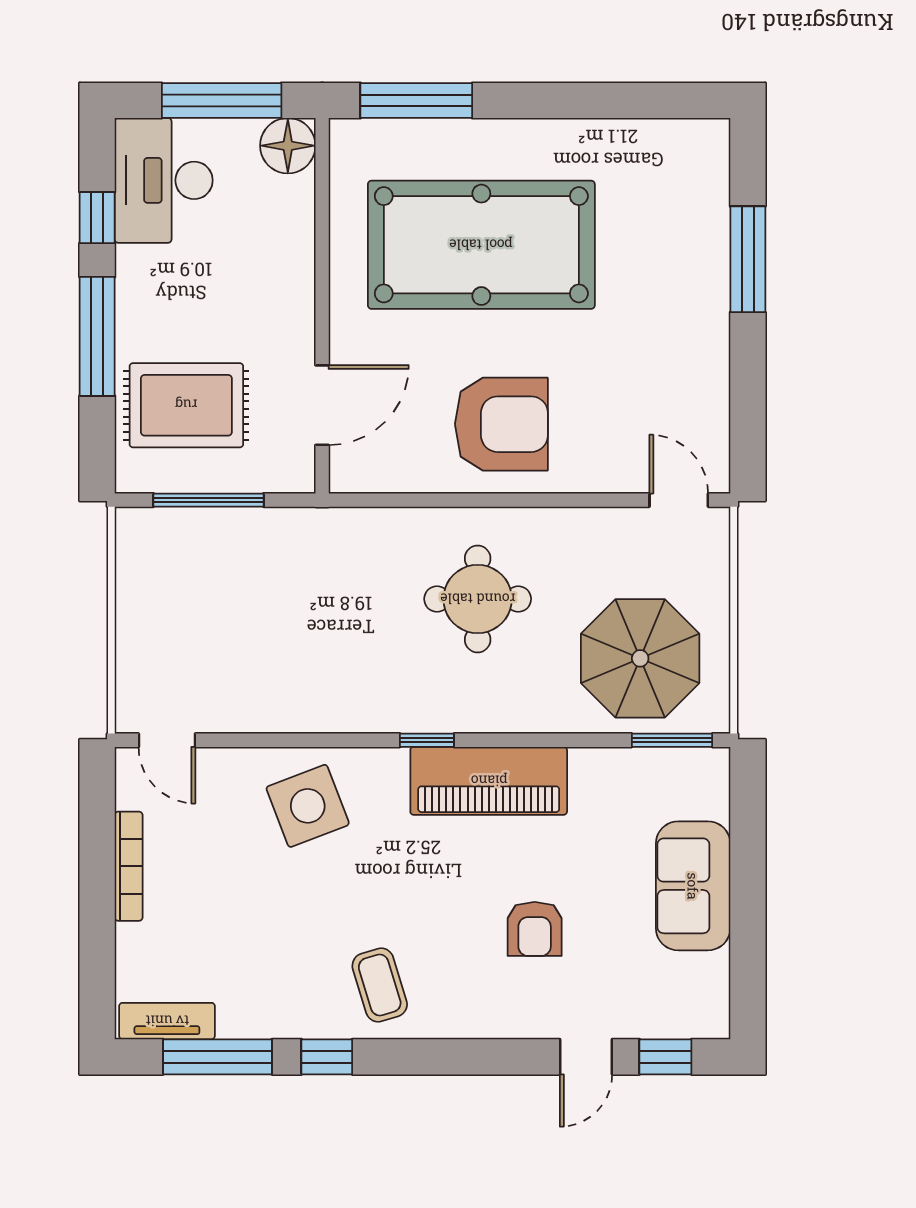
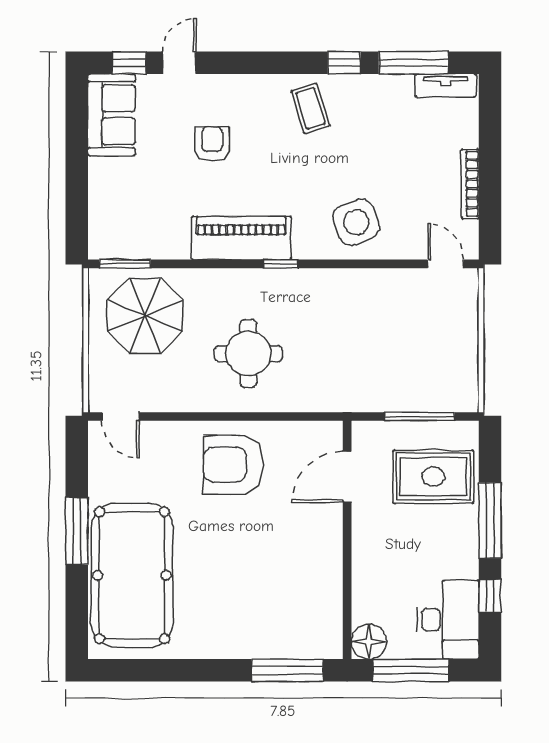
pool table: (481, 245) -> (132, 575), moved, turned 90
window: (748, 259) -> (77, 531), moved
sofa: (693, 886) -> (111, 115), moved

